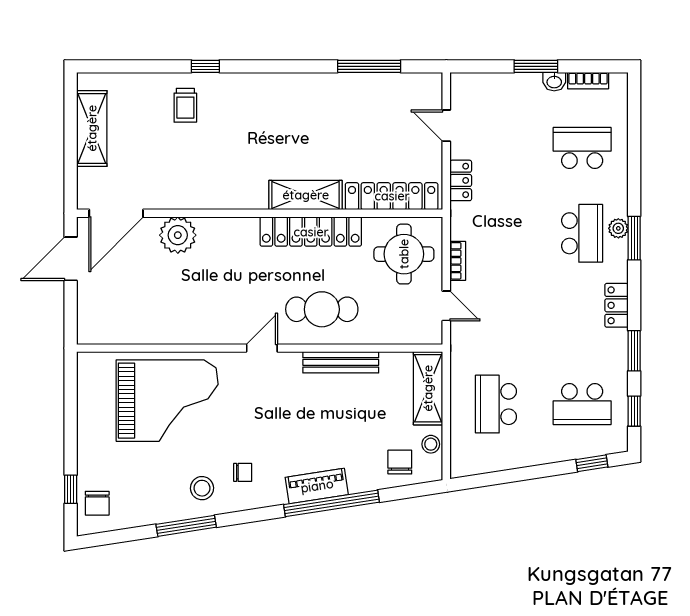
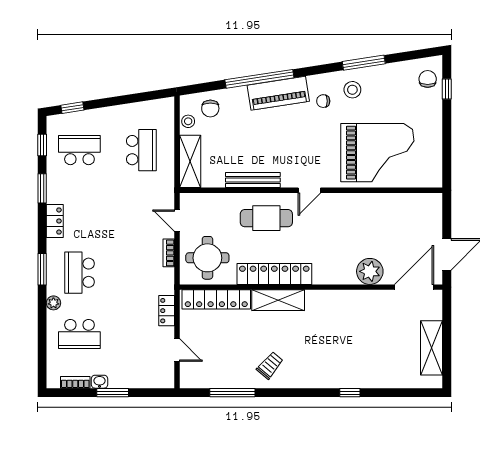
trolley: (185, 105) -> (270, 365), moved, turned 40
plant: (618, 228) -> (53, 303), moved
grand piano: (167, 401) -> (377, 153), turned 180
piano: (317, 486) -> (278, 93), width x1.37, depth x1.33

